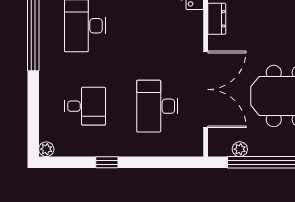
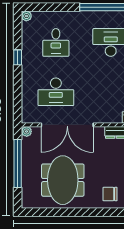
desk: (157, 106) -> (56, 92), turned 180
plant: (240, 149) -> (27, 131), moved

